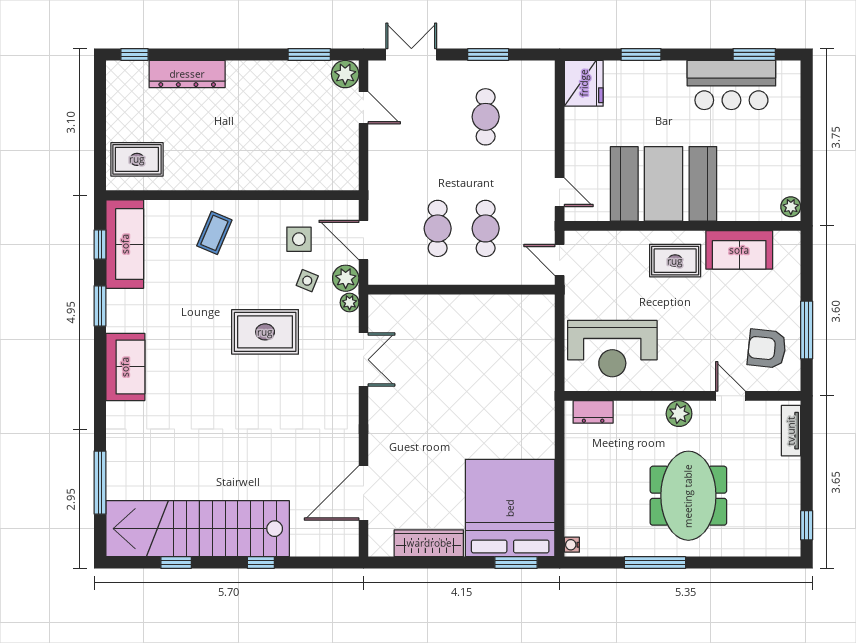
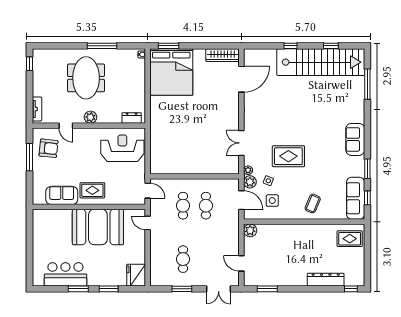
window: (754, 54) -> (78, 289), moved
plant: (345, 74) -> (250, 230), moved
plant: (791, 207) -> (37, 216), removed
wardrobe: (429, 543) -> (223, 55), moved

